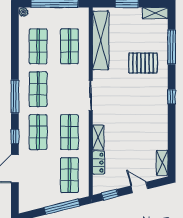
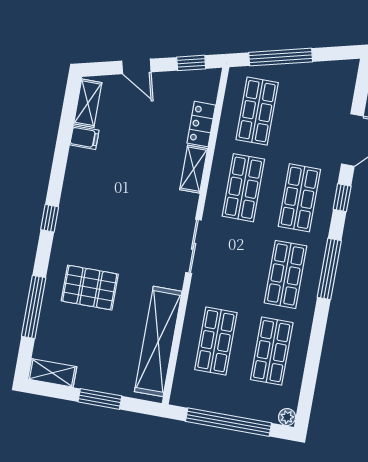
filing cabinet: (161, 144) -> (84, 138), added

